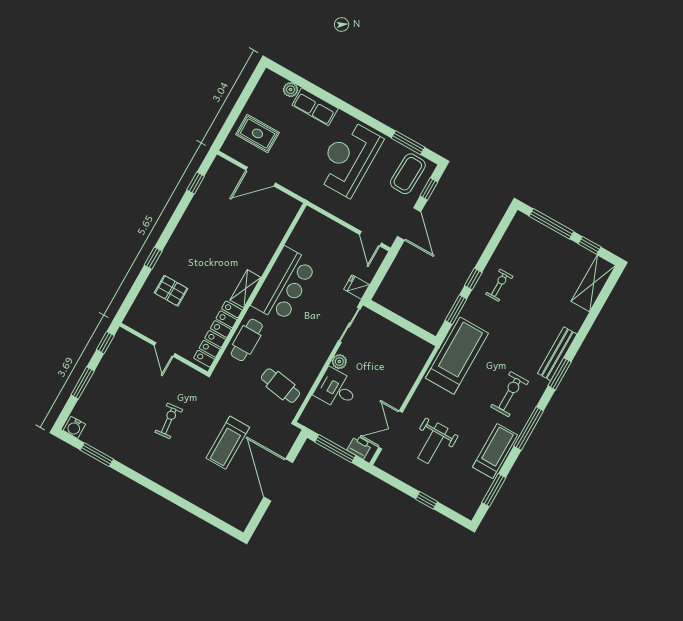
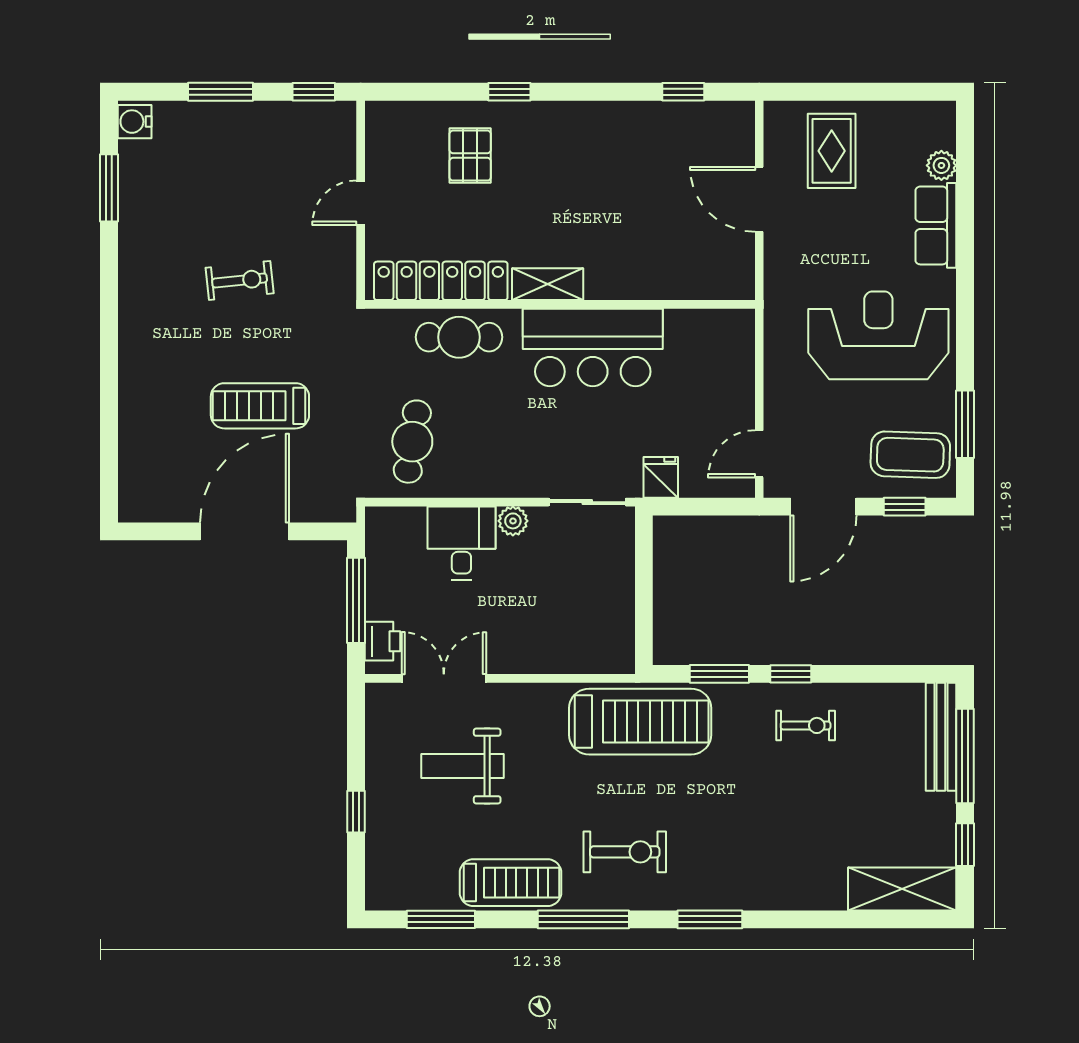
bench: (557, 354) -> (941, 737), moved, turned 90

